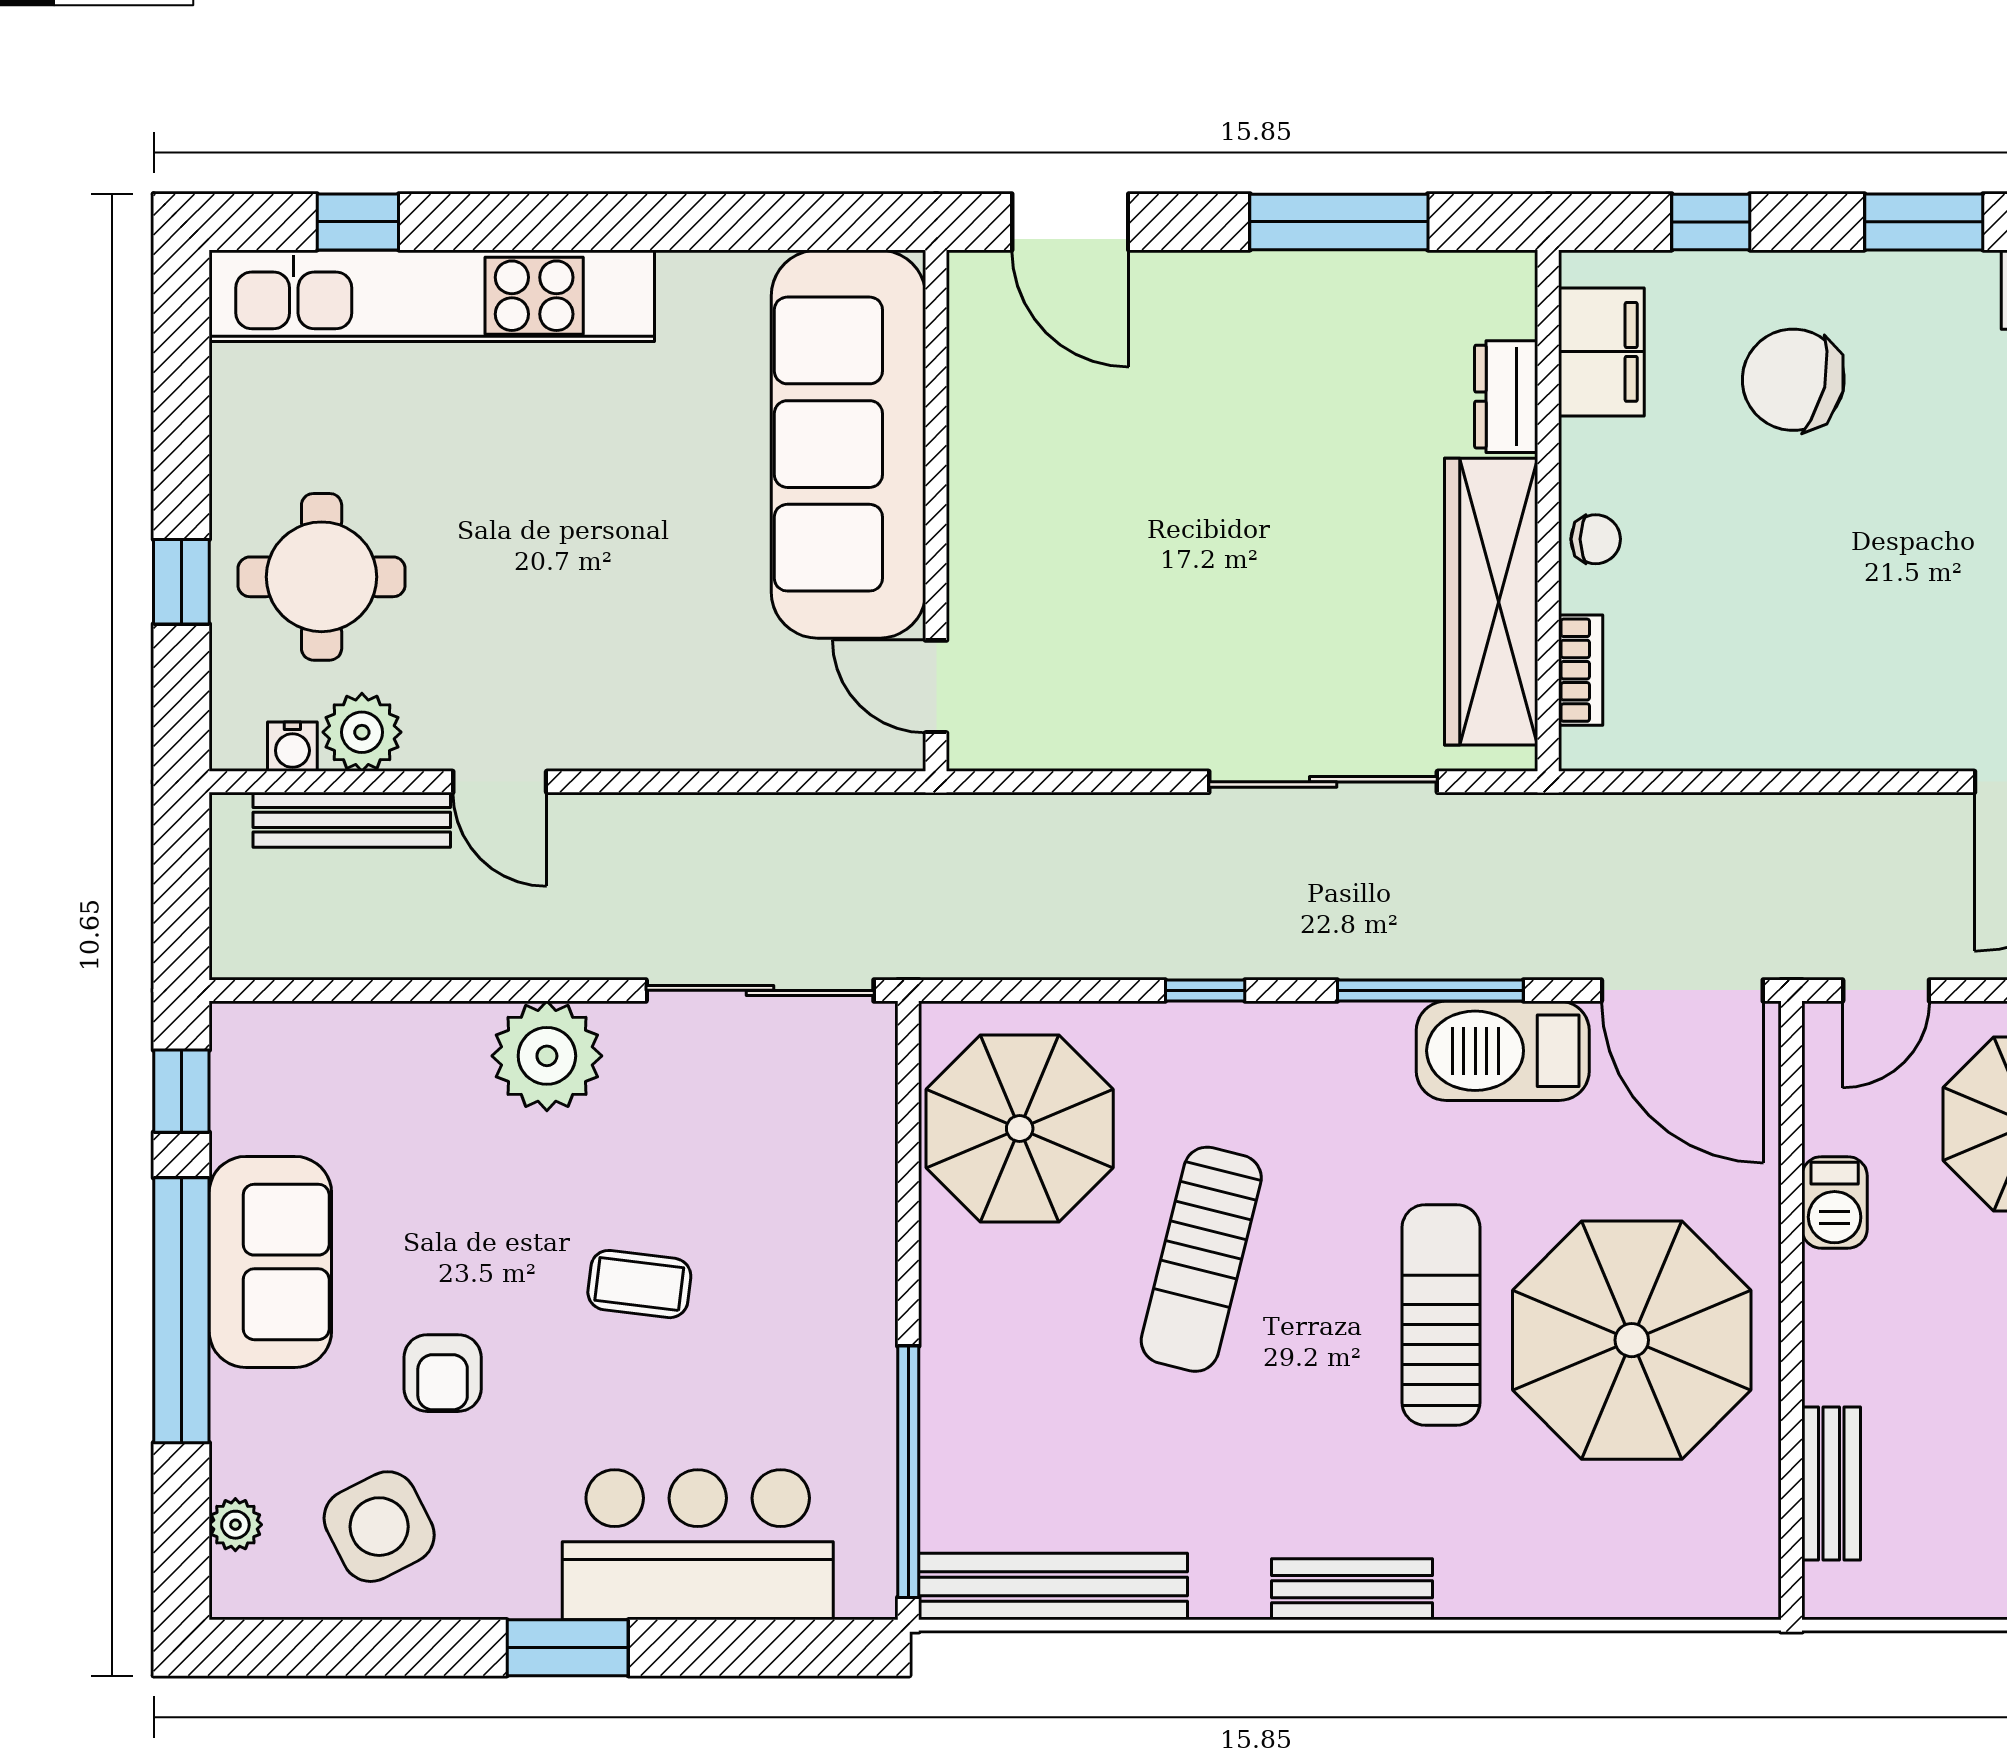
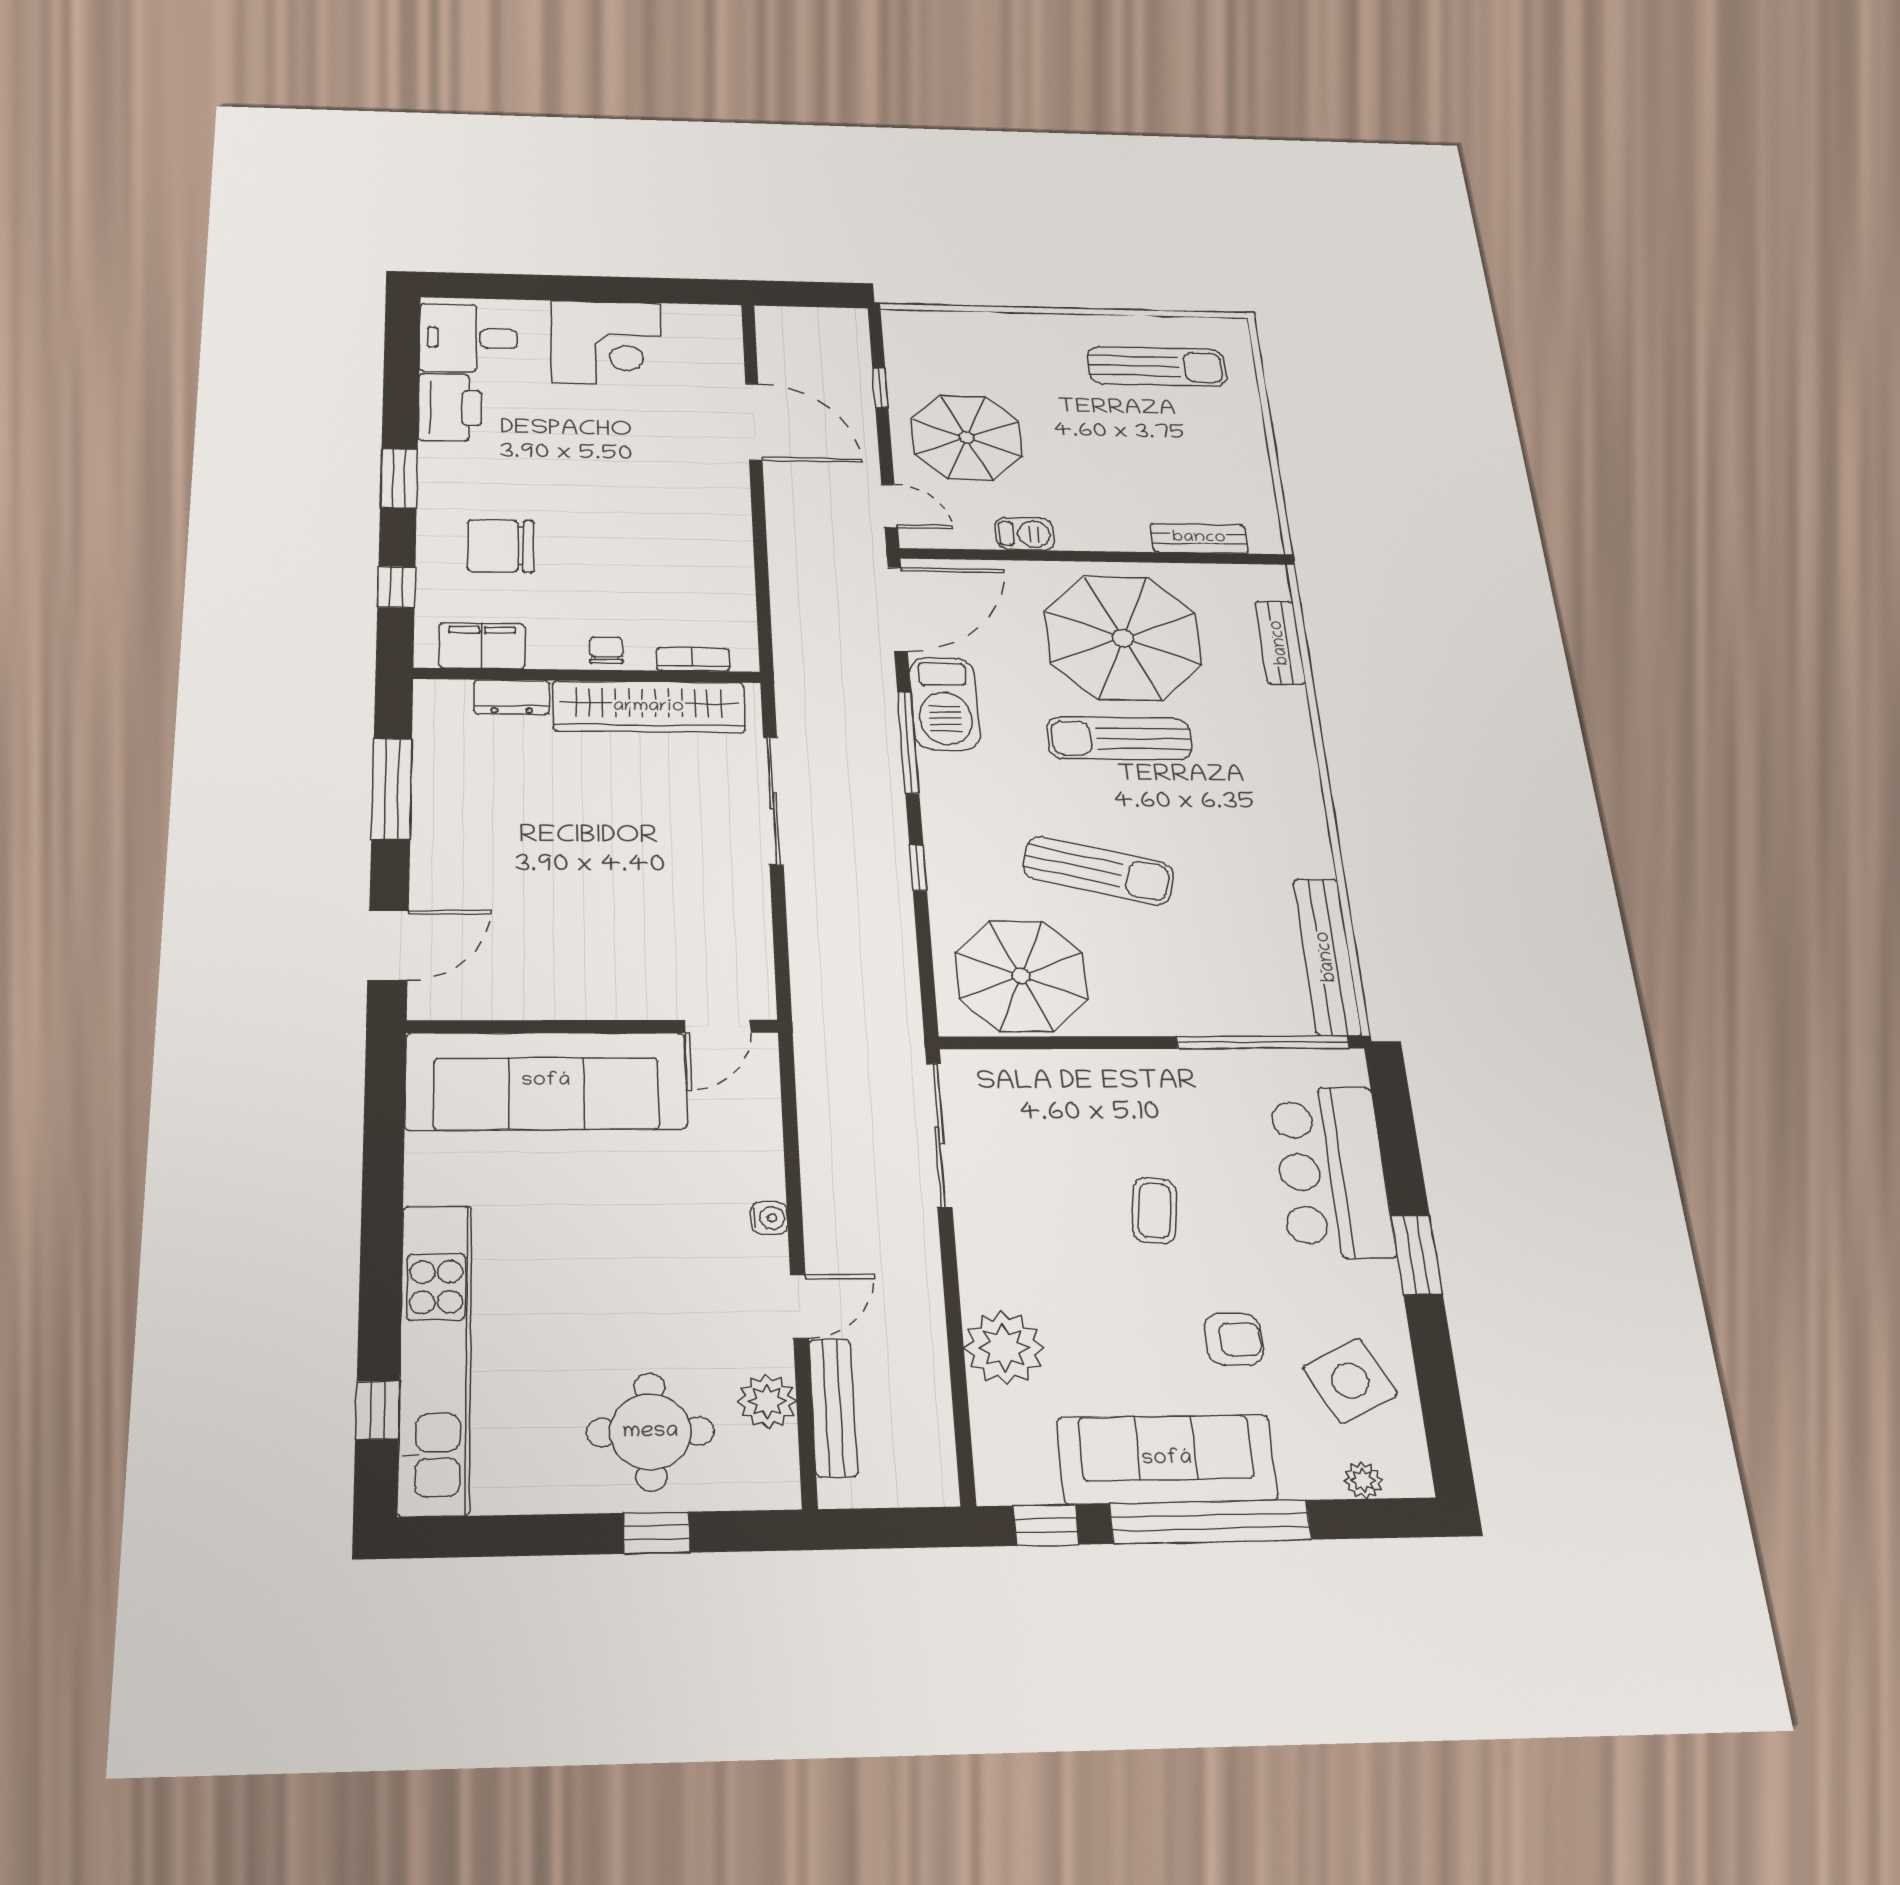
chair: (1793, 380) -> (501, 546), turned 77
water cooler: (292, 747) -> (769, 1218), moved
plant: (547, 1056) -> (1004, 1348), moved
sofa: (270, 1262) -> (1167, 1459), width x1.36
bench: (1352, 1589) -> (1280, 643), moved

